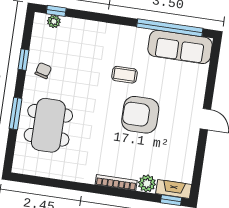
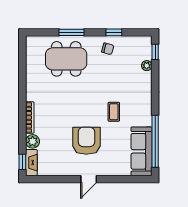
plant: (54, 21) -> (147, 66), moved
armchair: (140, 115) -> (86, 141), moved

